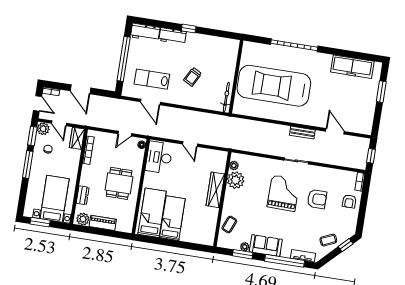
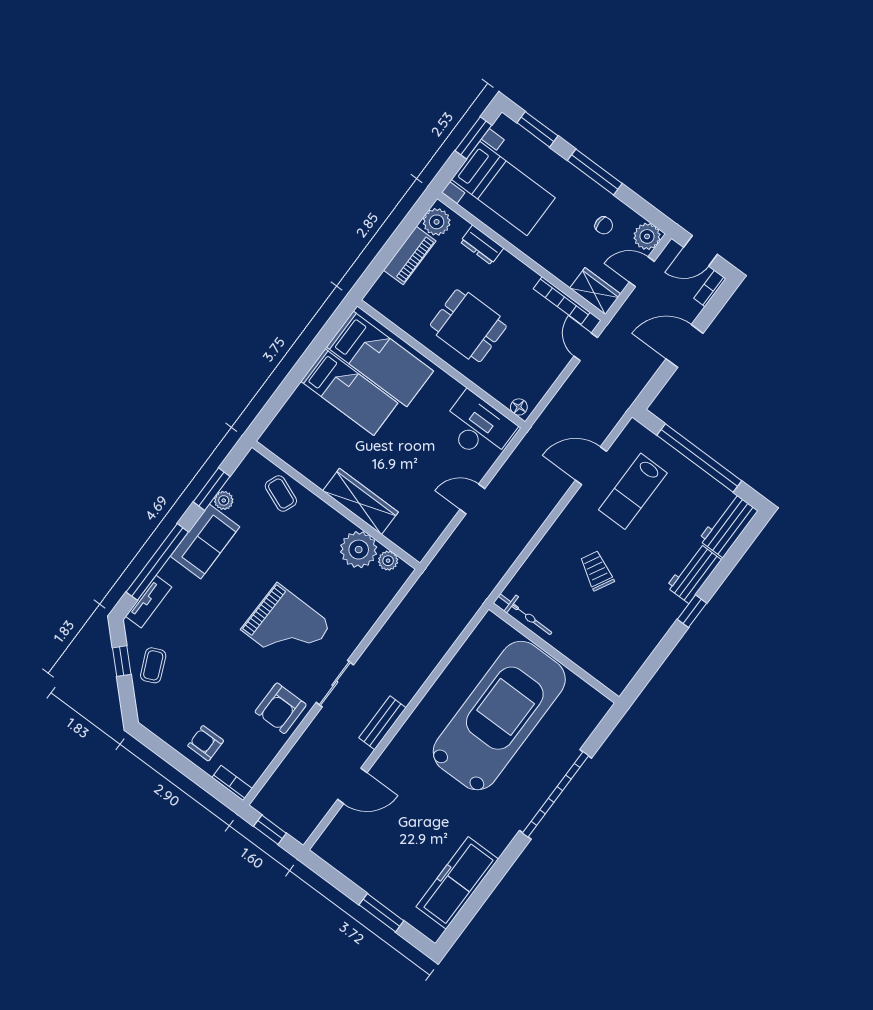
lab bench: (152, 79) -> (633, 491), turned 180
door: (125, 134) -> (586, 347), moved
window: (32, 136) -> (537, 129), moved
armchair: (317, 199) -> (281, 708), moved
window: (346, 245) -> (122, 661), moved

